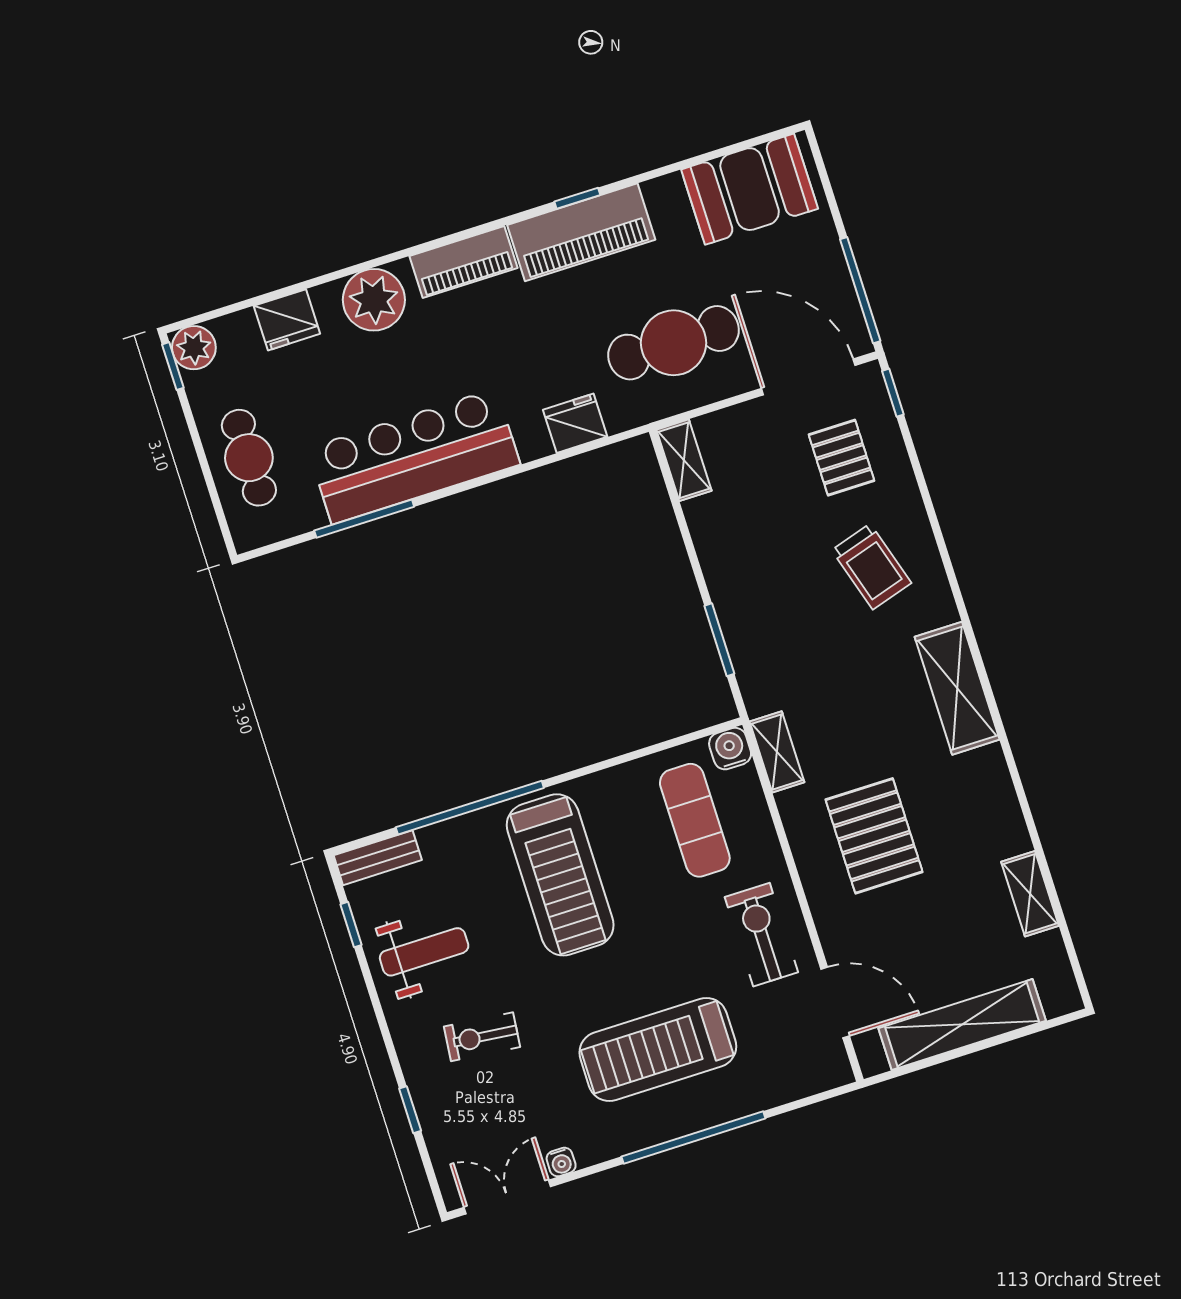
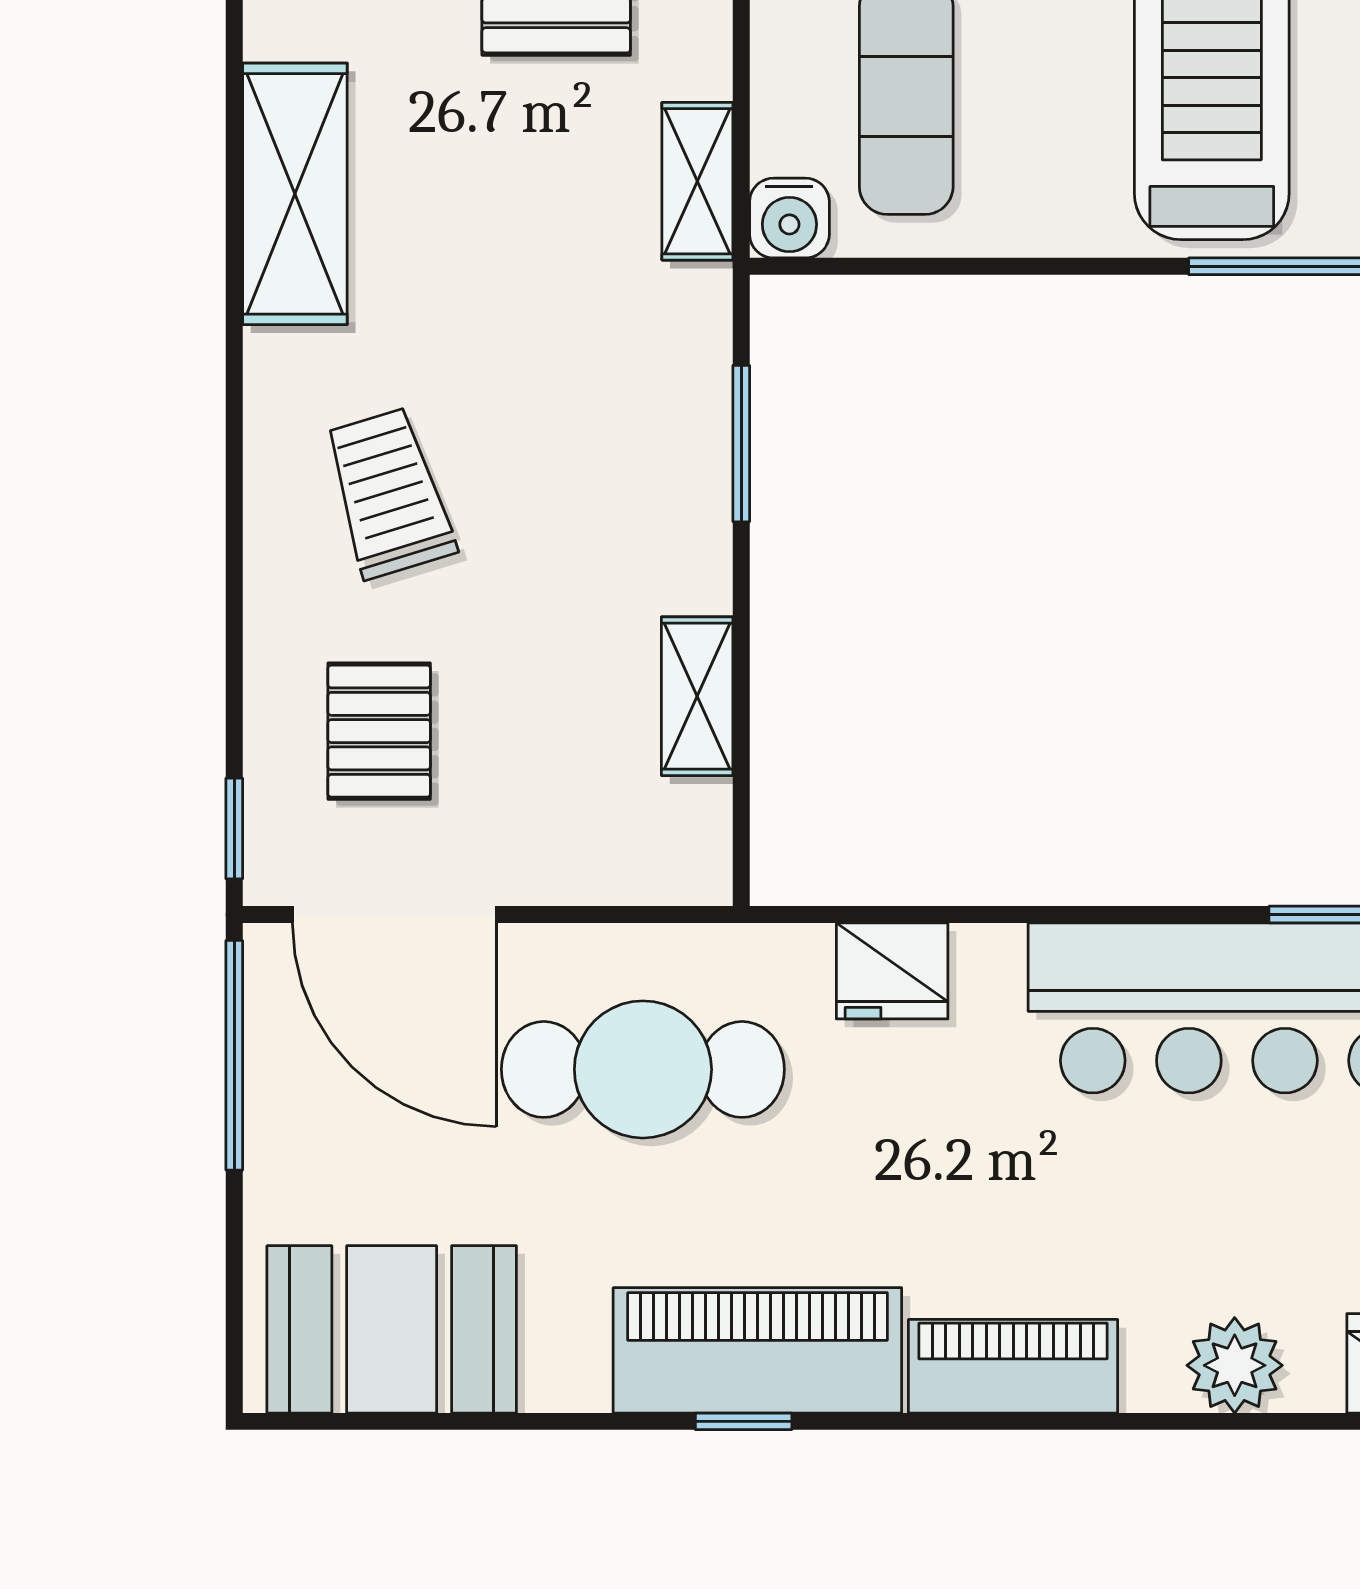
plant: (374, 300) -> (1235, 1365), width x0.73, depth x0.73
shelving: (684, 460) -> (697, 696), moved

